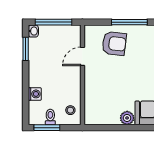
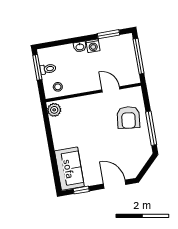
washbasin: (33, 31) -> (80, 47), moved
washing machine: (35, 94) -> (93, 46), moved
plant: (127, 118) -> (54, 110), moved

